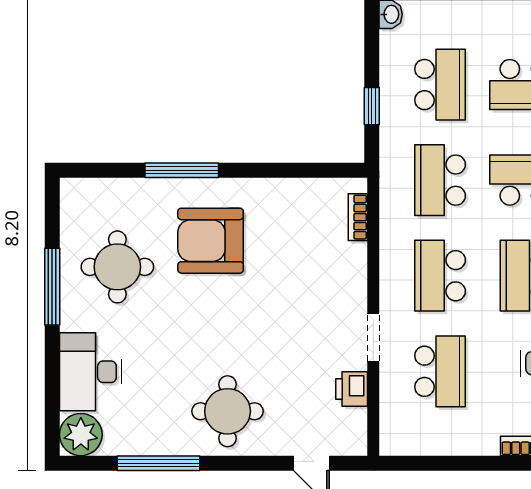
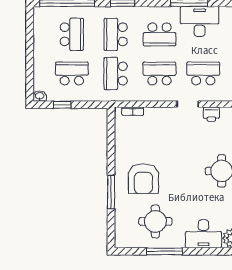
window: (372, 106) -> (62, 105), moved
school desk: (440, 180) -> (116, 73), turned 90
school desk: (440, 276) -> (159, 73), turned 180

